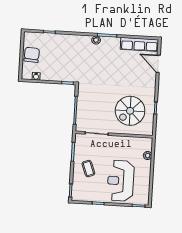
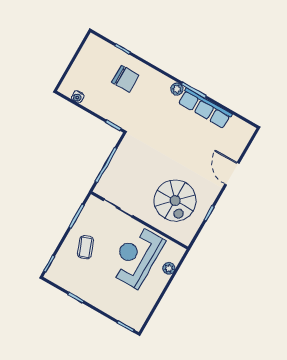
row of seats: (139, 44) -> (205, 108), moved
chair: (32, 55) -> (125, 79), moved, turned 86
door: (158, 64) -> (232, 174), moved
spiral stairs: (130, 111) -> (175, 200), turned -90
reception desk: (121, 181) -> (137, 257), moved

